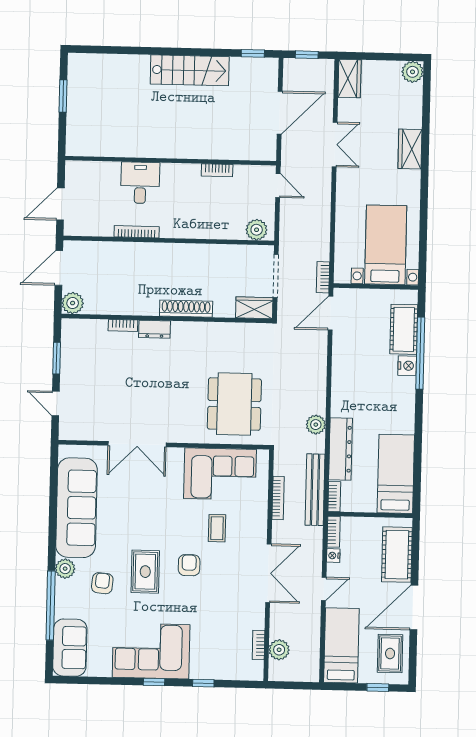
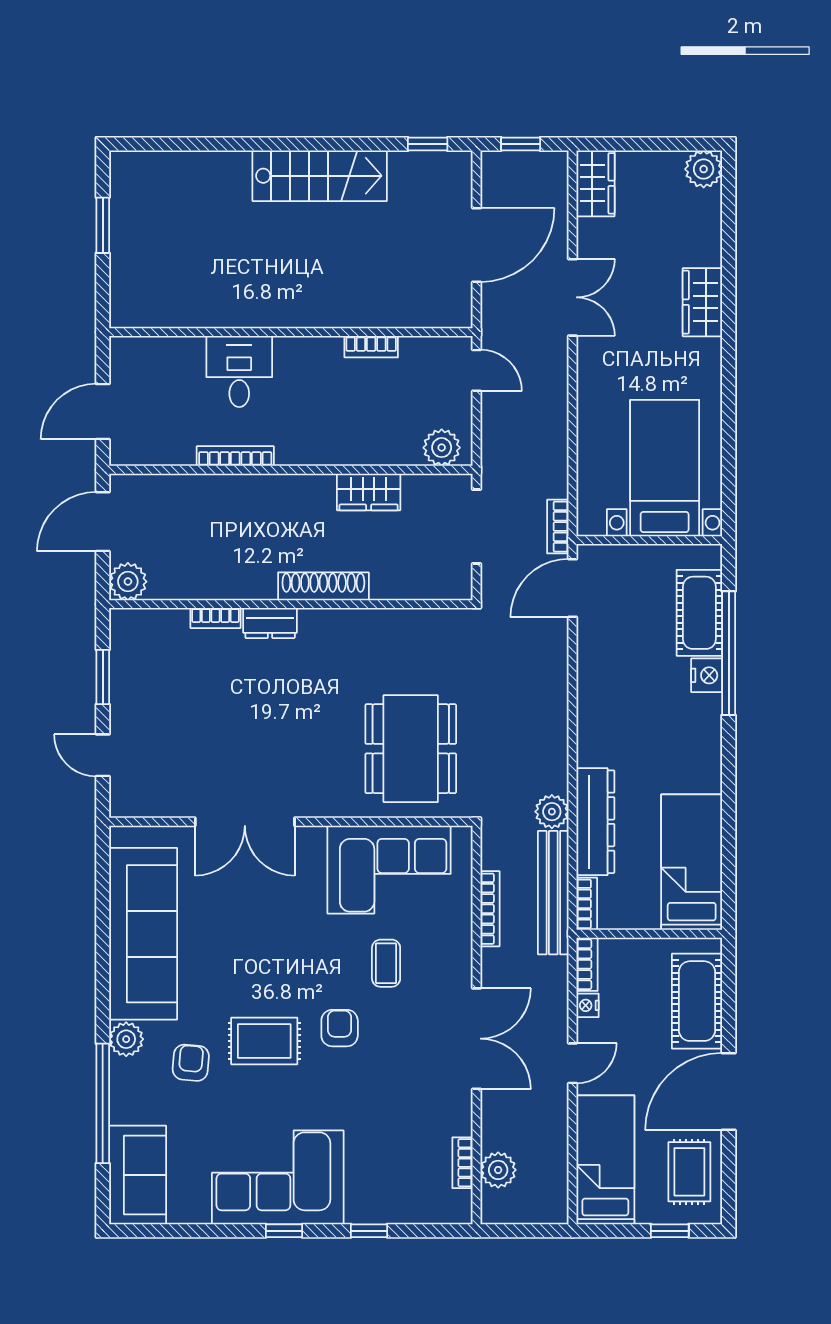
wardrobe: (254, 308) -> (369, 492), moved, turned 180
plant: (316, 425) -> (552, 812), moved
rug: (145, 572) -> (264, 1041), turned 90

